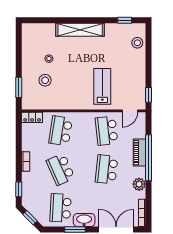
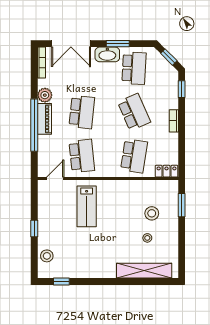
shelving: (80, 30) -> (144, 271), moved
window: (148, 95) -> (34, 228), moved
piano: (139, 153) -> (44, 119), moved

